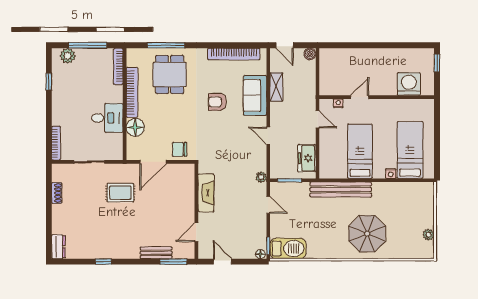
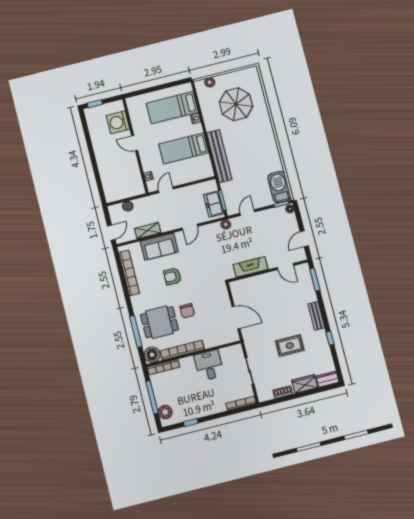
boiler: (310, 54) -> (128, 206), moved
door: (360, 97) -> (135, 143), moved
armchair: (217, 102) -> (172, 276), turned 90
floor lamp: (135, 127) -> (152, 355), moved
chair: (180, 149) -> (187, 311), moved
freezer: (307, 158) -> (214, 204), moved, turned 90
rug: (120, 193) -> (290, 346), moved, turned 90
wardrobe: (60, 220) -> (305, 384), added
parasol: (367, 234) -> (236, 104), moved
plant: (428, 235) -> (210, 82), moved
bench: (156, 253) -> (316, 316), moved

